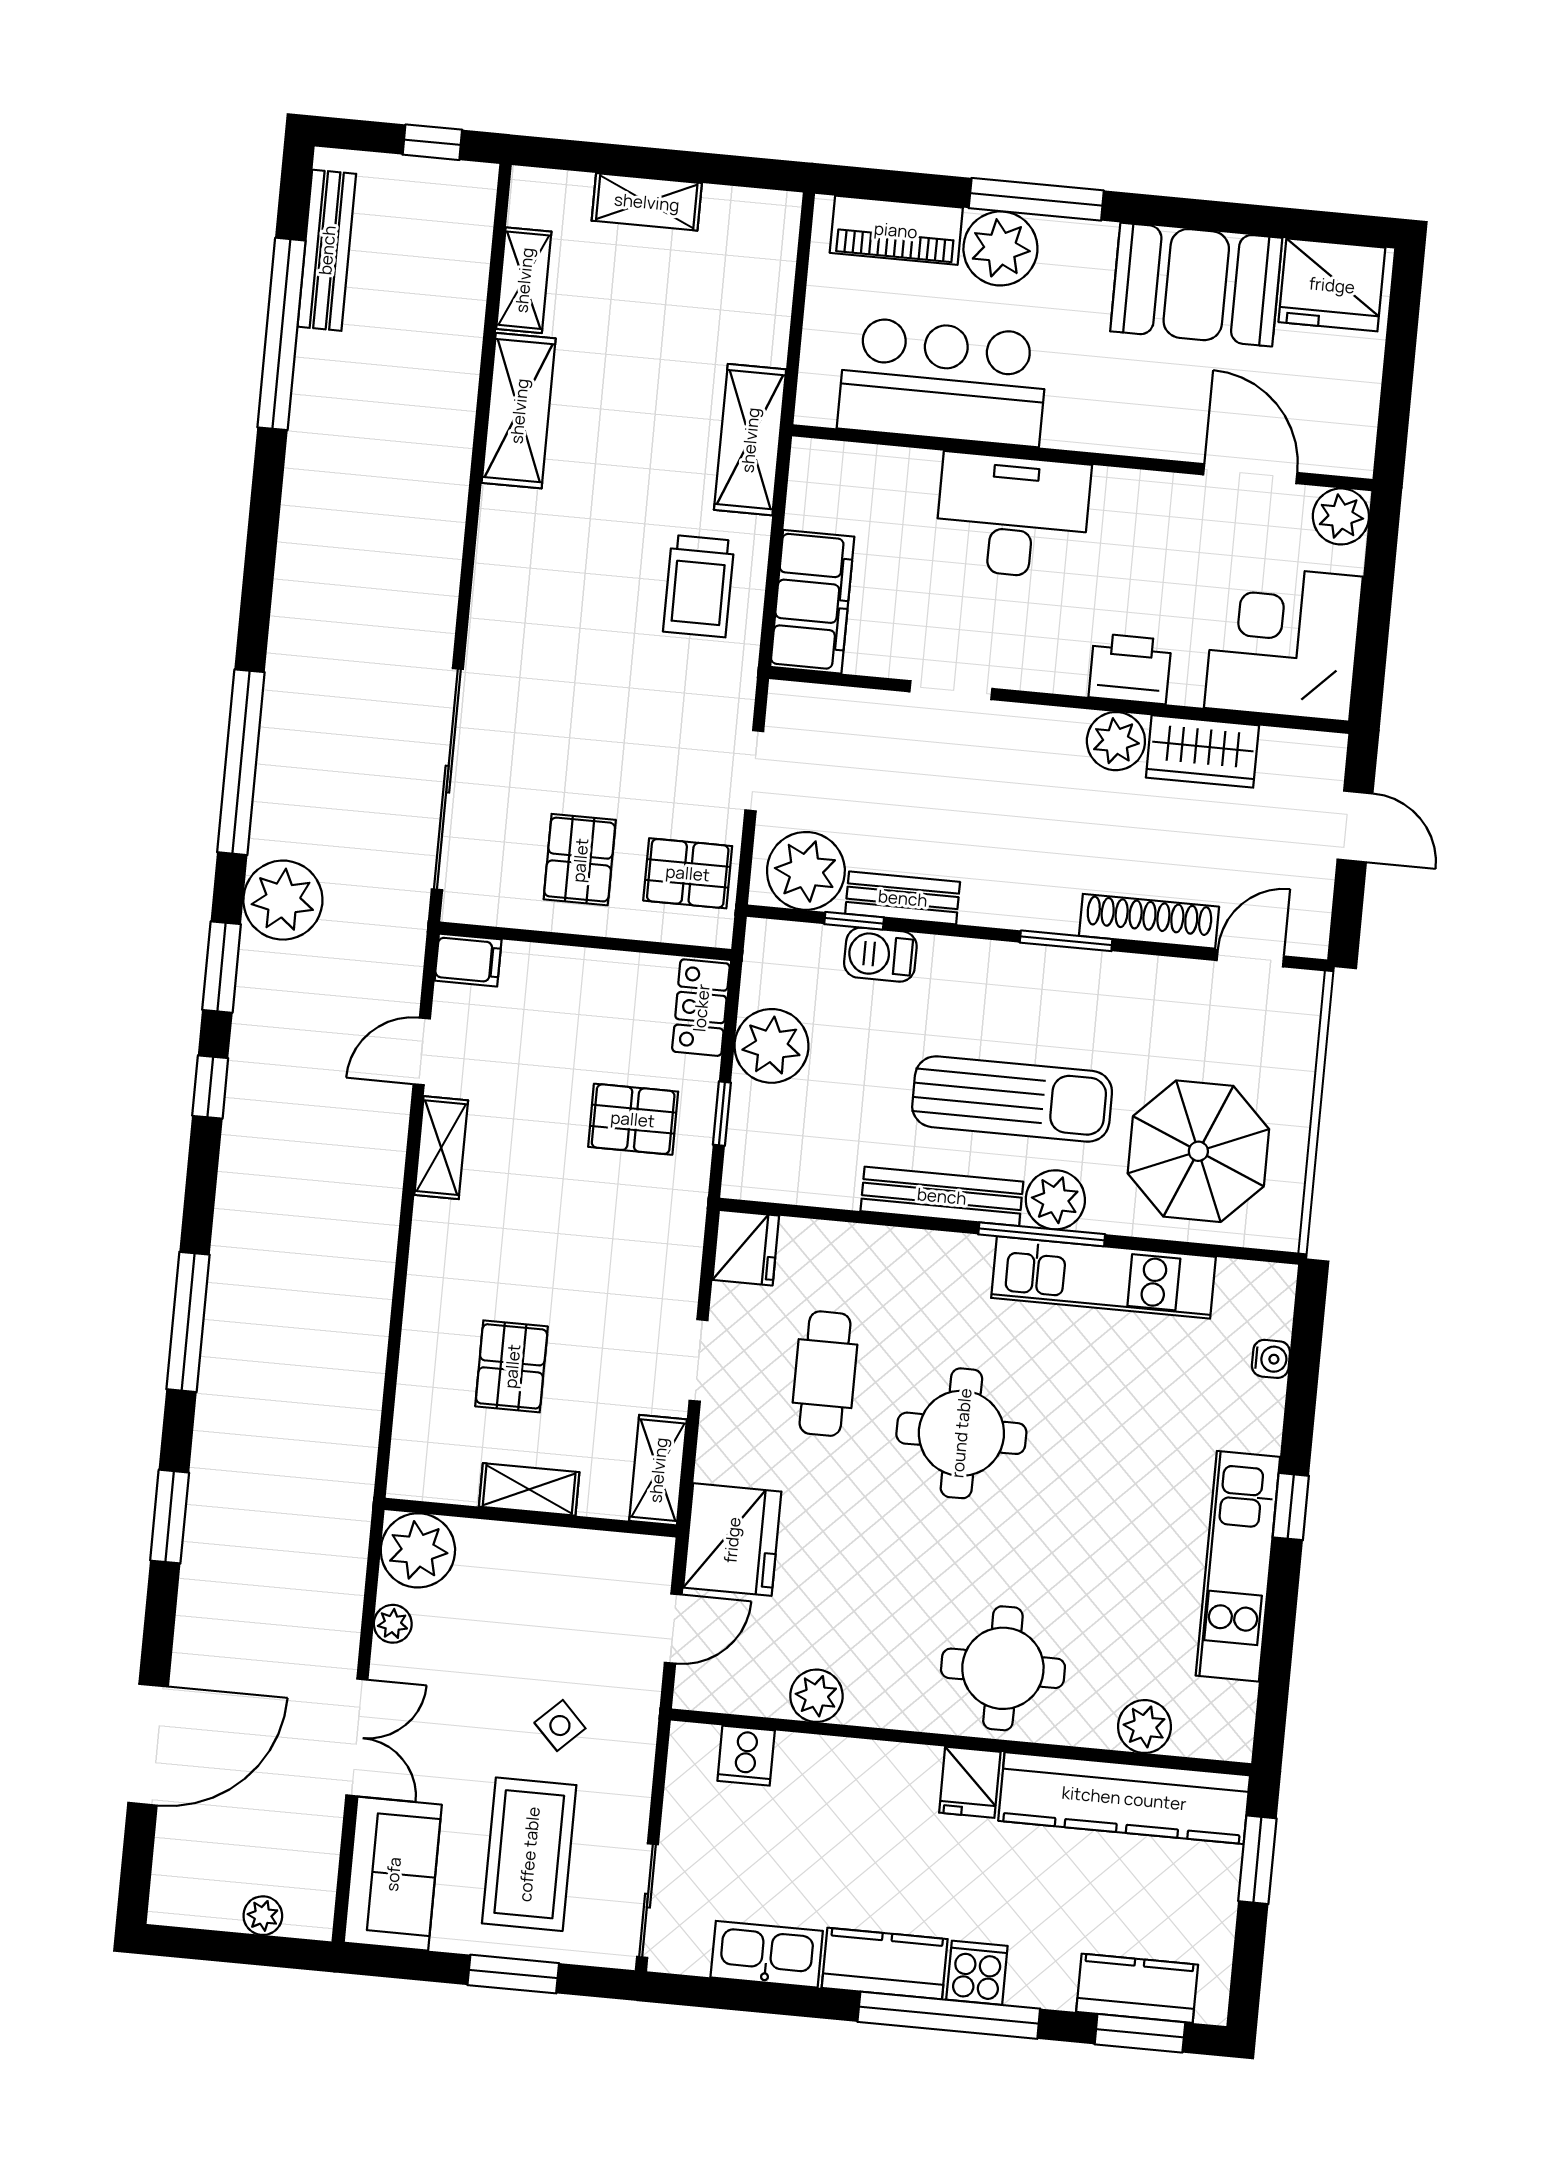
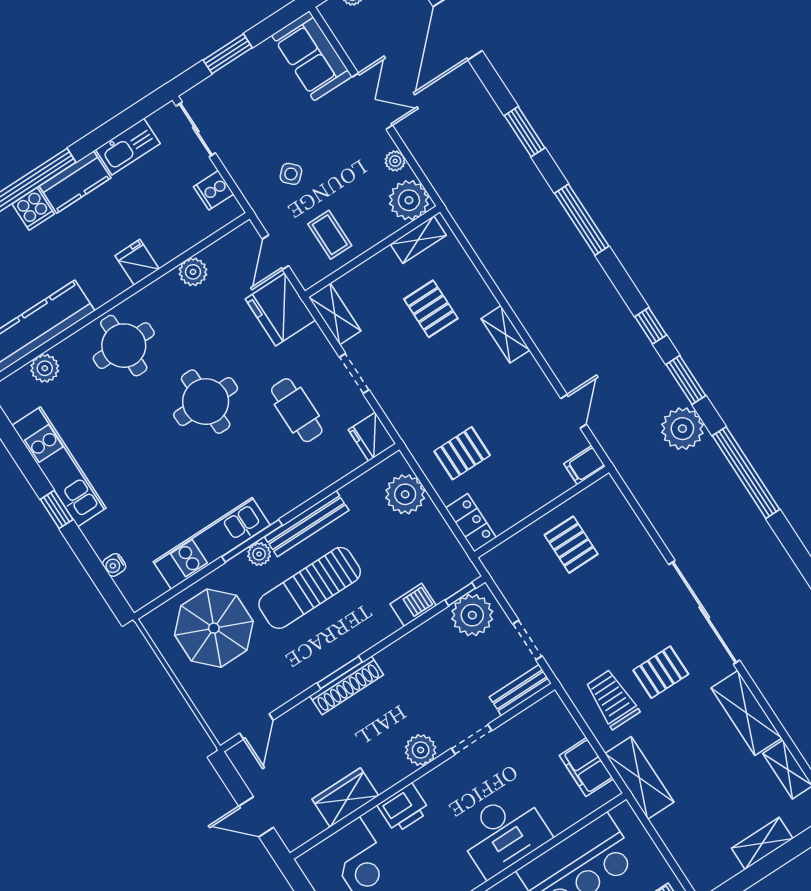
filing cabinet: (812, 602) -> (586, 767), moved, width x0.67, depth x0.86
plant: (1116, 741) -> (421, 750), moved
sliding door: (447, 779) -> (704, 612), moved
pallet: (688, 873) -> (661, 672), moved
bench: (903, 898) -> (520, 690), moved
window: (854, 921) -> (460, 594), moved
shoe rack: (1149, 921) -> (347, 685), moved
plant: (772, 1046) -> (405, 494), moved
window: (722, 1114) -> (427, 485), removed
shelving: (441, 1148) -> (506, 334), moved
plant: (1055, 1200) -> (259, 554), width x0.73, depth x0.73
round table: (961, 1433) -> (206, 402), moved
shelving: (529, 1489) -> (418, 240), moved
double door: (357, 1738) -> (372, 101), swing flipped
cooker: (746, 1756) -> (214, 190), moved, turned -90
fridge: (970, 1782) -> (137, 262), moved
coffee table: (529, 1854) -> (330, 235), moved, width x0.54, depth x0.58

